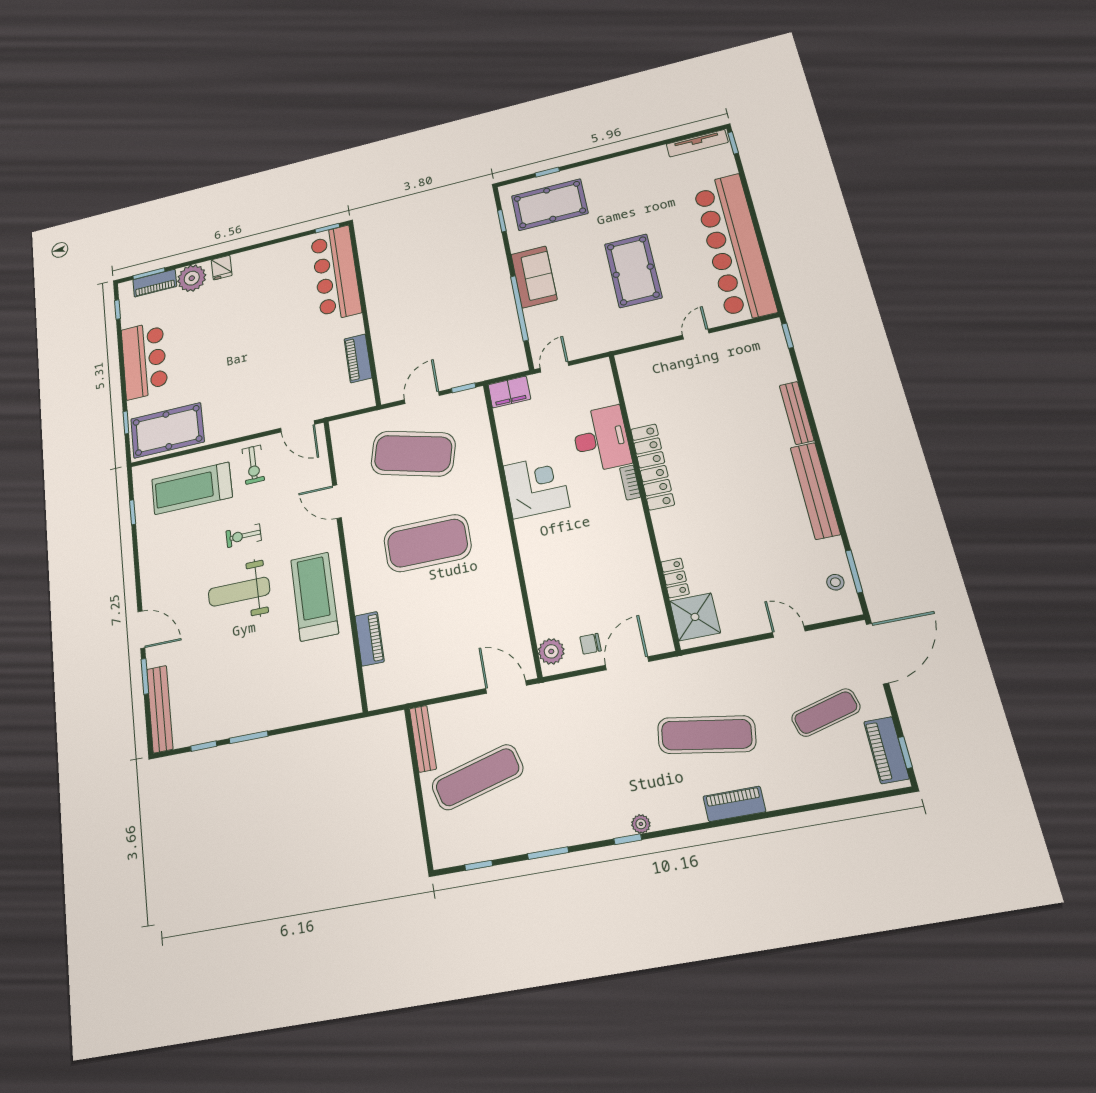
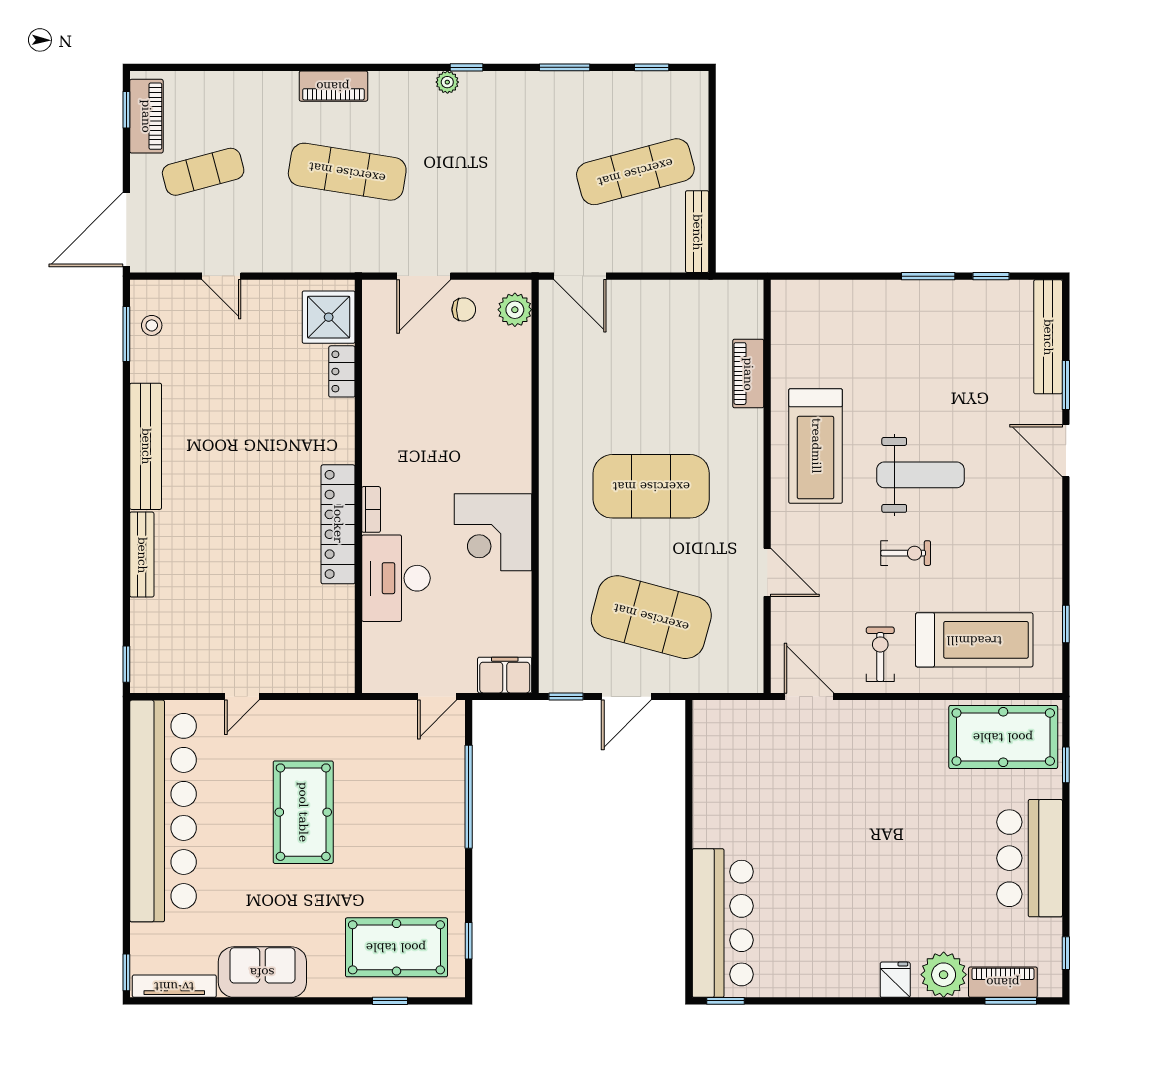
sofa: (534, 277) -> (262, 972), moved, turned 90
piano: (358, 358) -> (708, 779), removed

